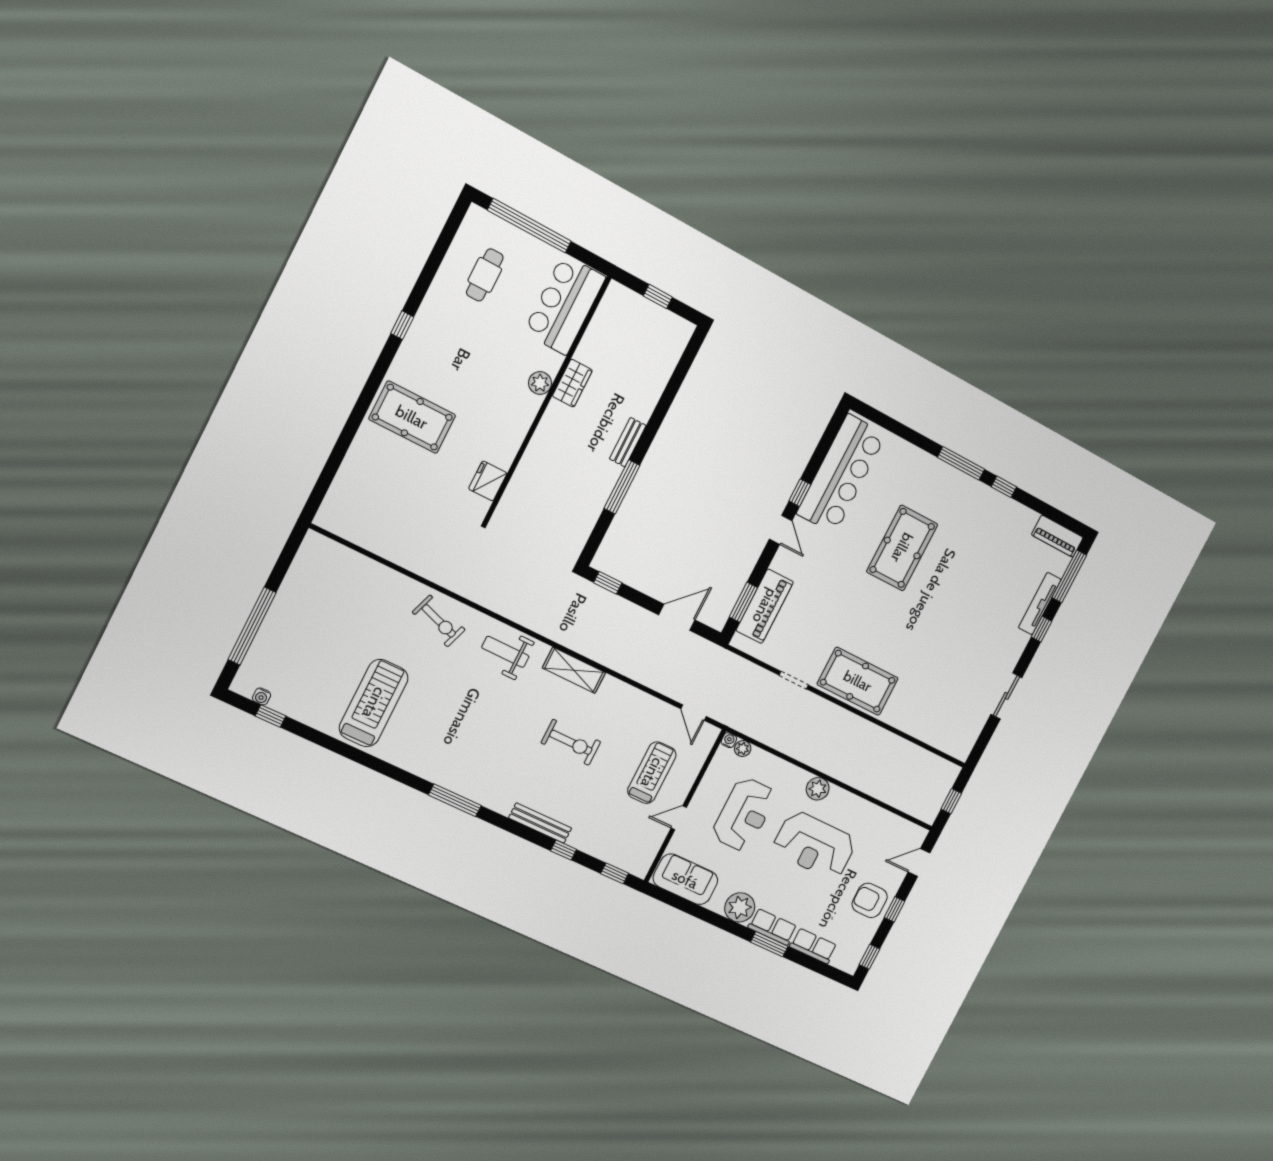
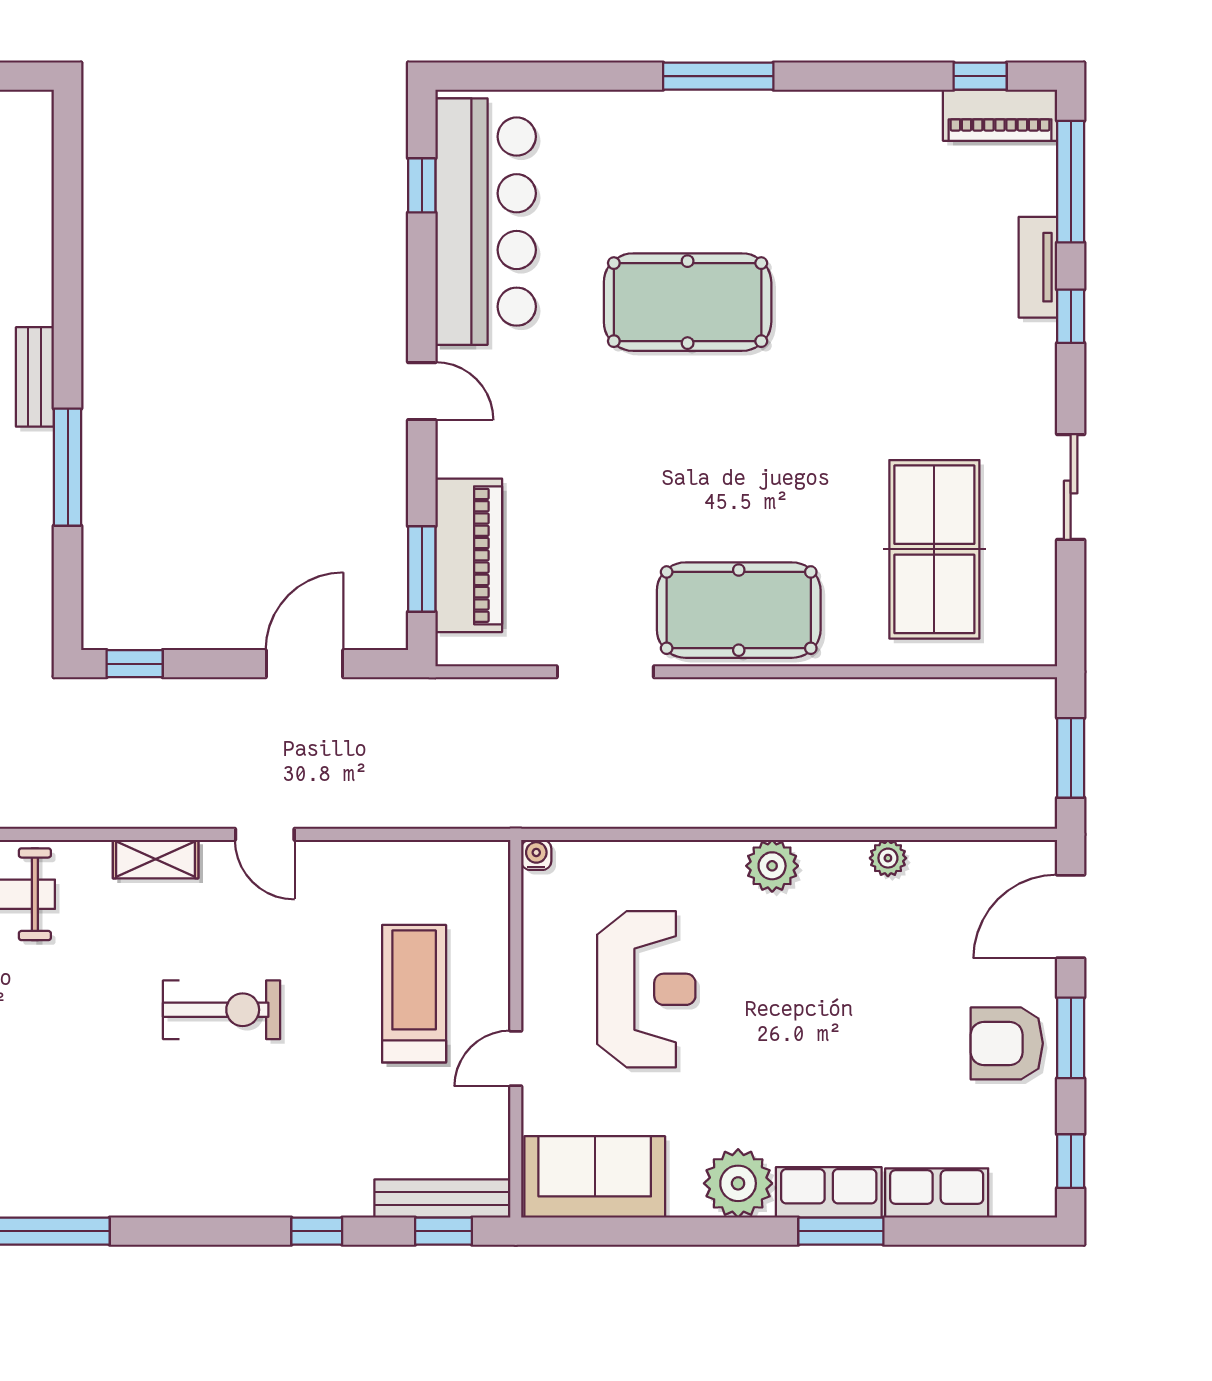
window: (1004, 487) -> (980, 76), moved
window: (800, 493) -> (422, 185), moved
pool table: (902, 548) -> (688, 302), turned 90
tv unit: (1040, 604) -> (1038, 267), width x0.71
shelving: (574, 670) -> (156, 859), width x0.67, depth x0.75
doorway: (794, 680) -> (605, 672), width x1.38
table tennis table: (944, 695) -> (934, 549), added
door: (694, 713) -> (265, 834), moved
plant: (743, 748) -> (888, 858), moved
window: (951, 801) -> (1071, 758), width x1.50
bench: (540, 823) -> (442, 1199), moved
reception desk: (814, 845) -> (827, 984), removed
door: (919, 863) -> (1071, 916), width x1.38
window: (894, 909) -> (1071, 1038), width x1.50

